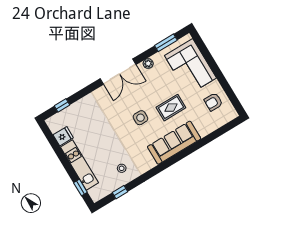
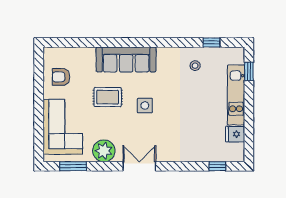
plant: (148, 64) -> (104, 151), width x1.88, depth x1.88
double door: (118, 72) -> (139, 166), width x0.73
armchair: (213, 102) -> (61, 77), turned 180

